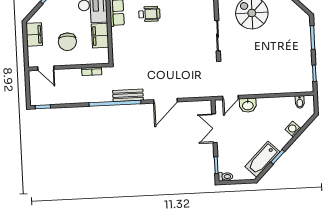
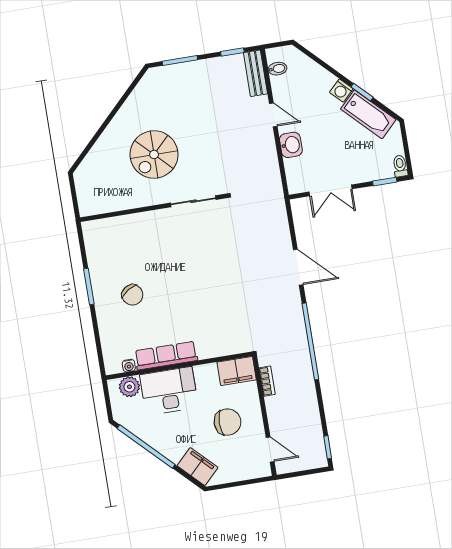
wheelchair: (149, 14) -> (173, 306), removed
filing cabinet: (34, 34) -> (198, 467), moved, turned 45
filing cabinet: (100, 36) -> (237, 371), moved
door: (46, 68) -> (270, 449), hinge flipped
bench: (128, 95) -> (255, 73), moved
door: (231, 98) -> (273, 115), moved
washing machine: (293, 129) -> (341, 91), moved

